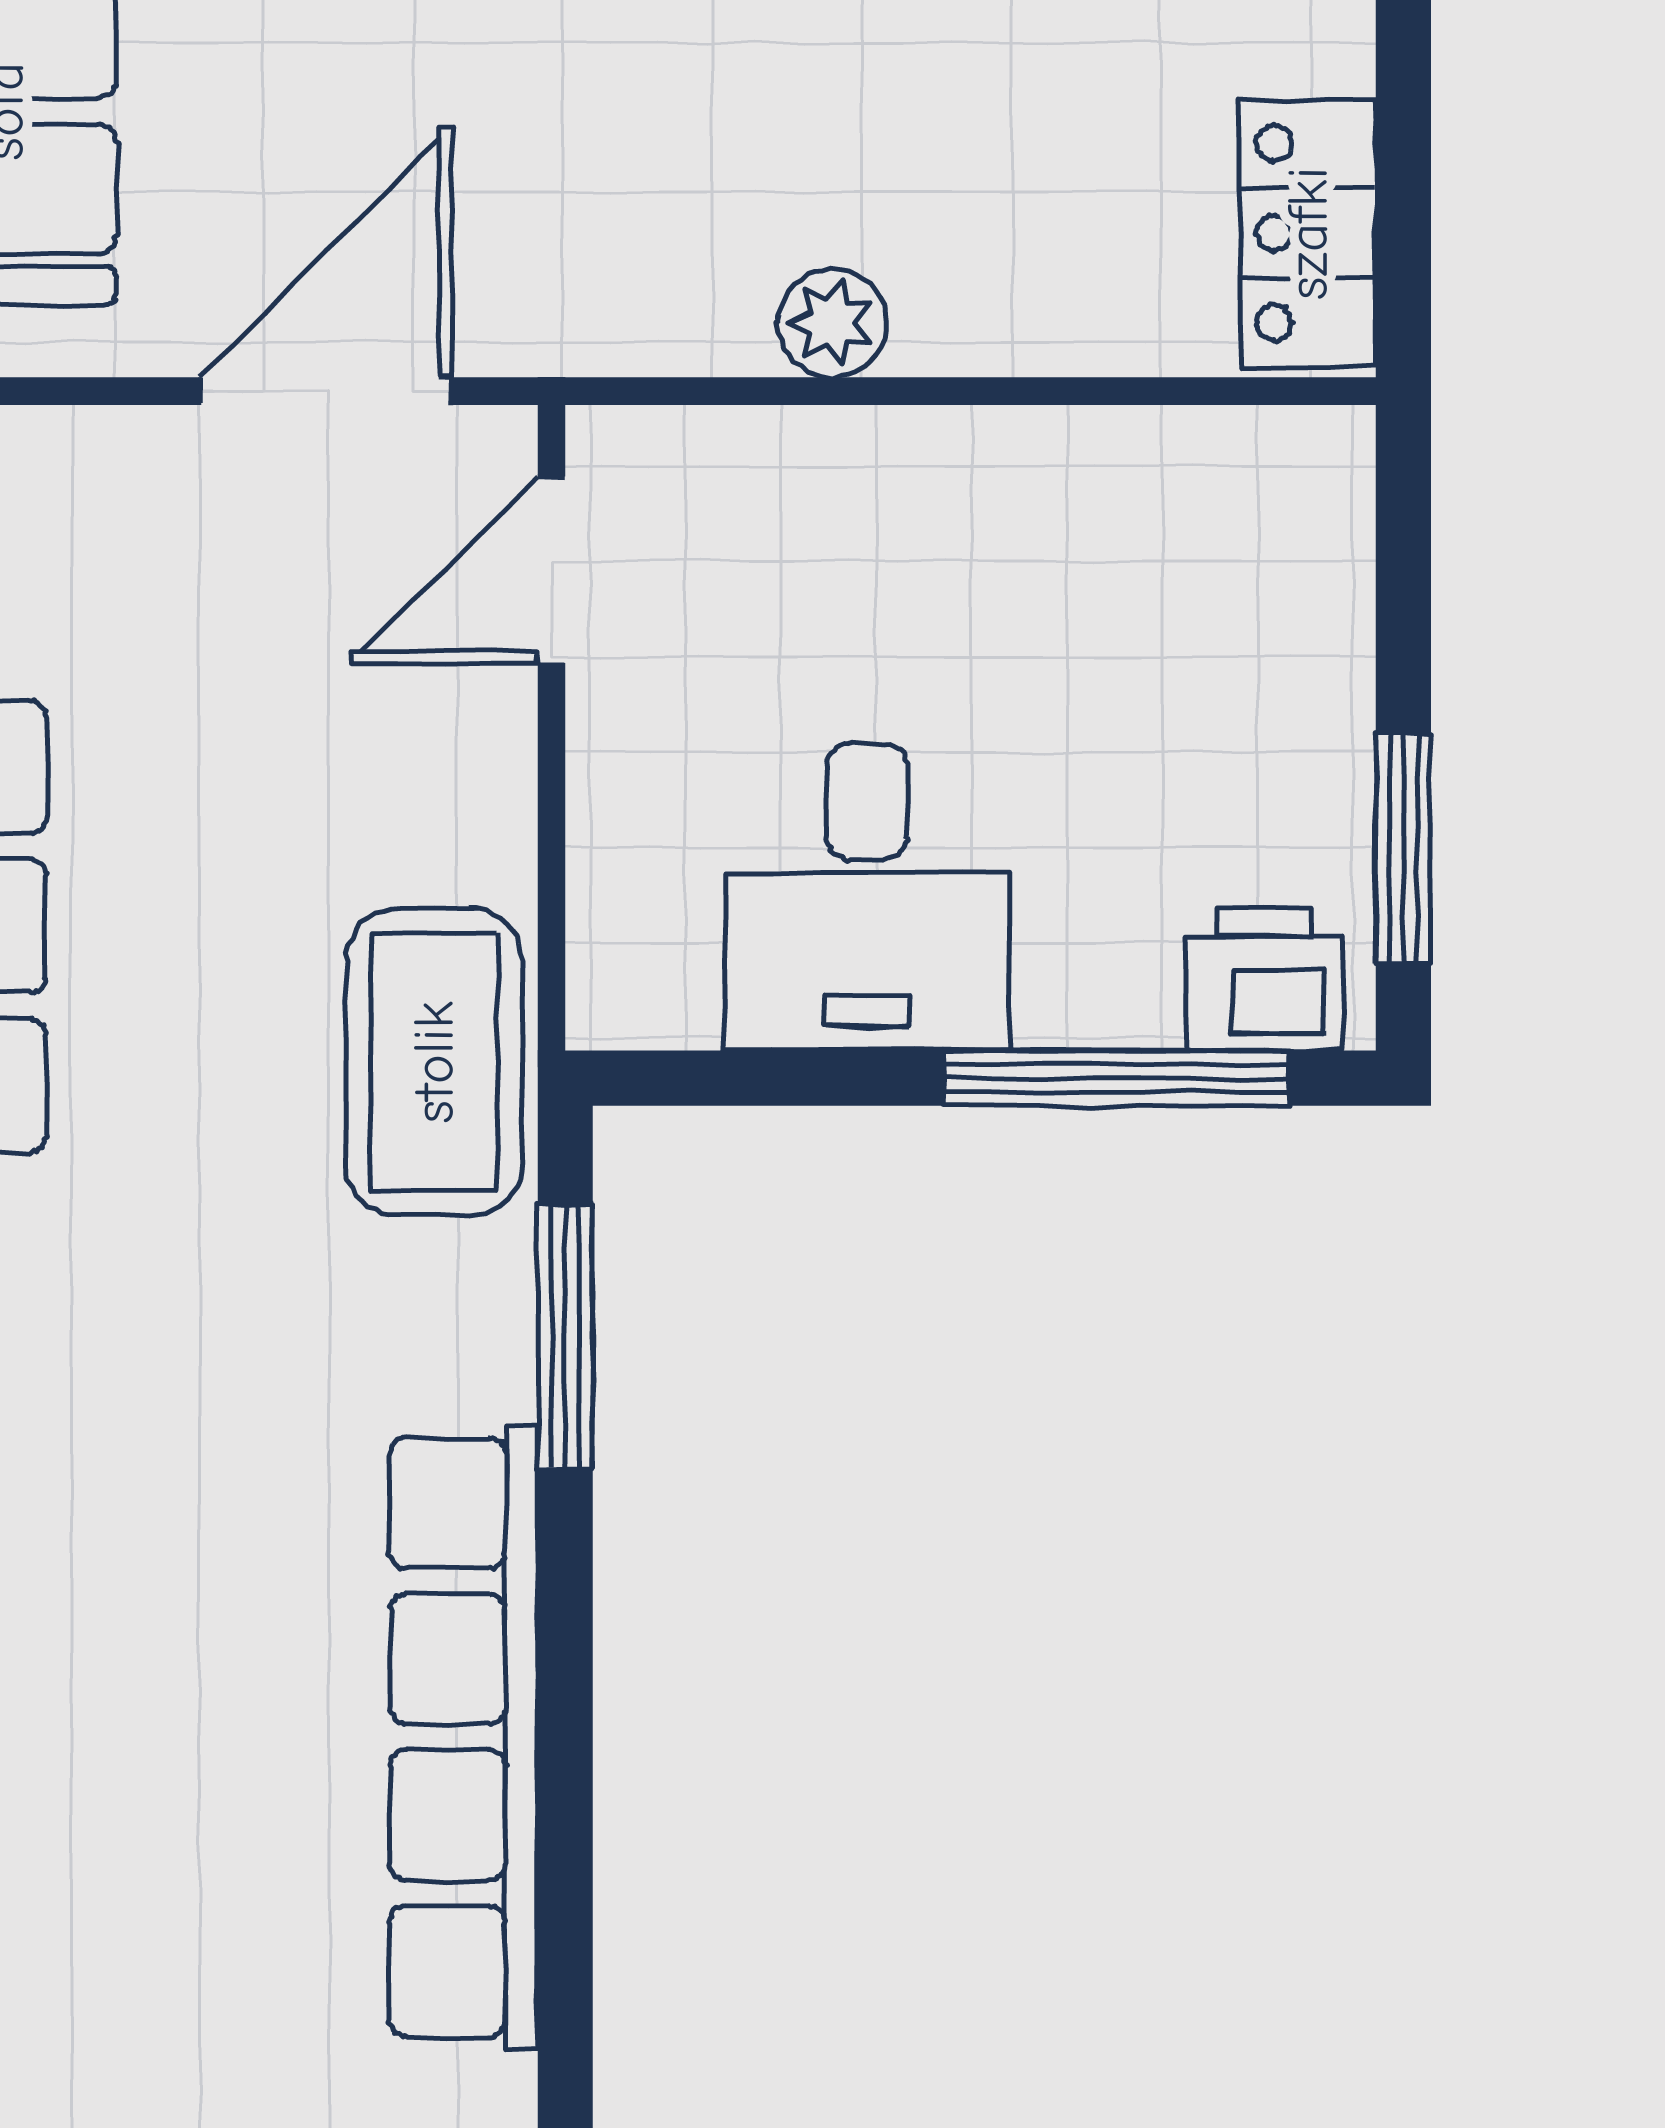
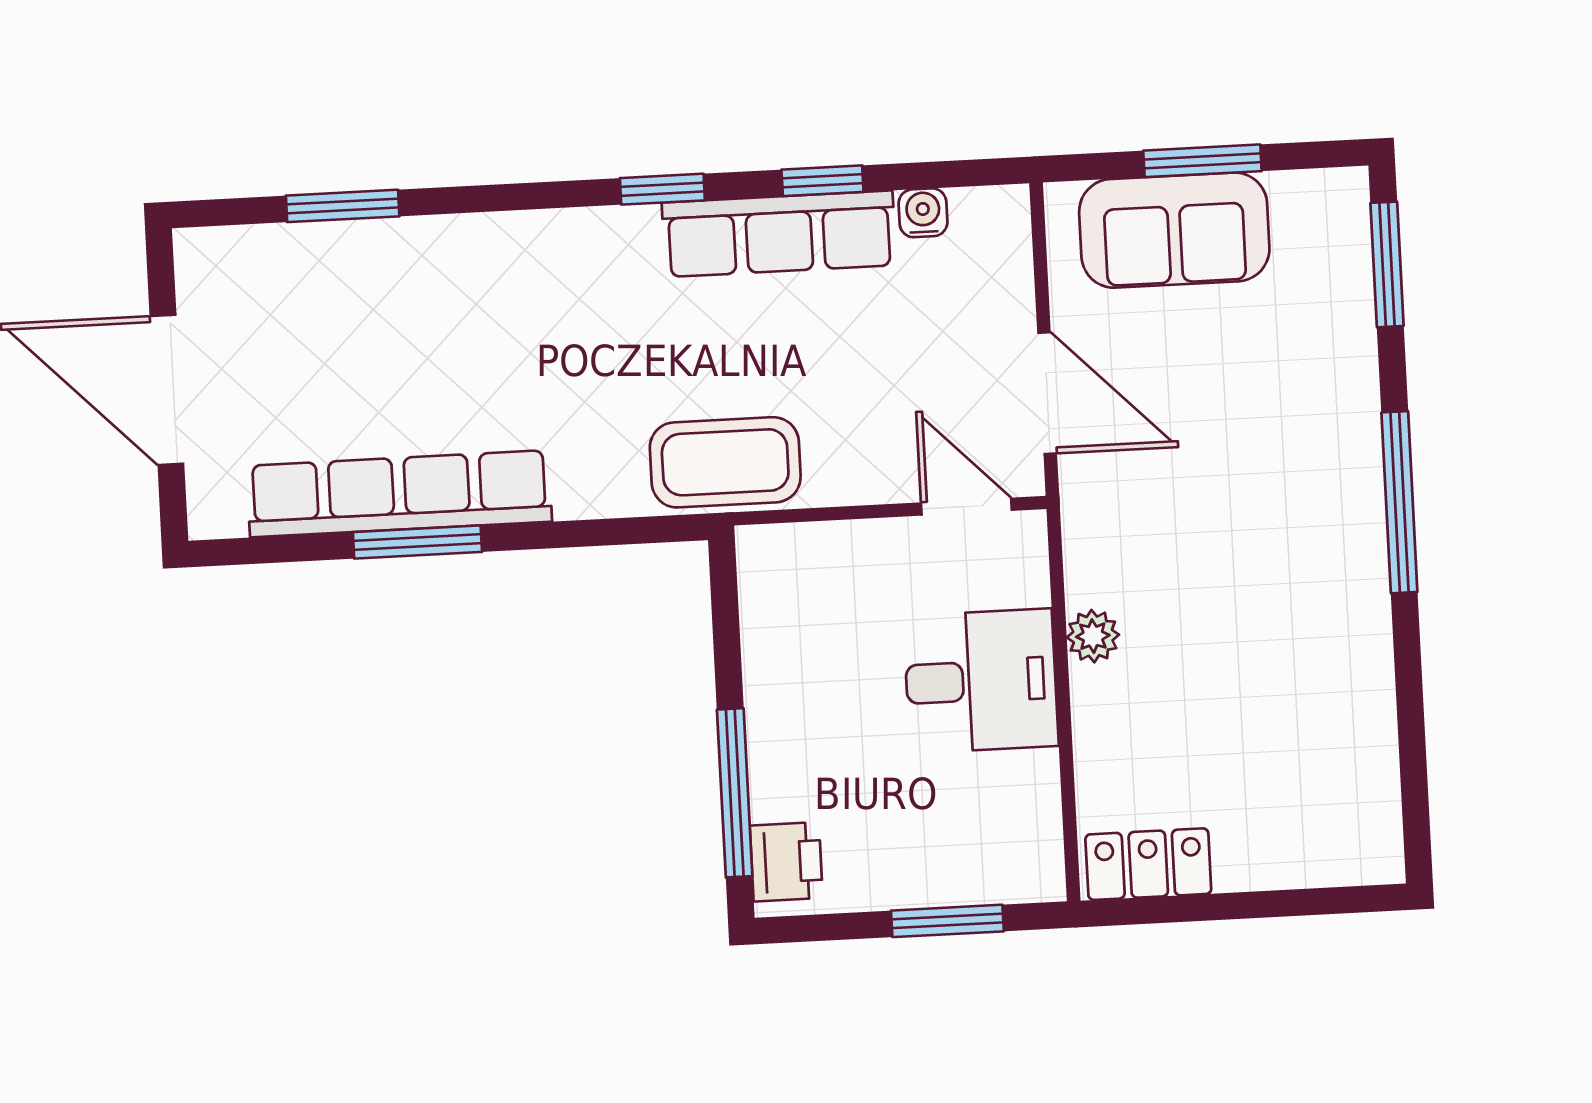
window: (1403, 848) -> (947, 921), moved
desk: (867, 897) -> (981, 681), moved, turned 180
window: (565, 1337) -> (417, 542), moved

